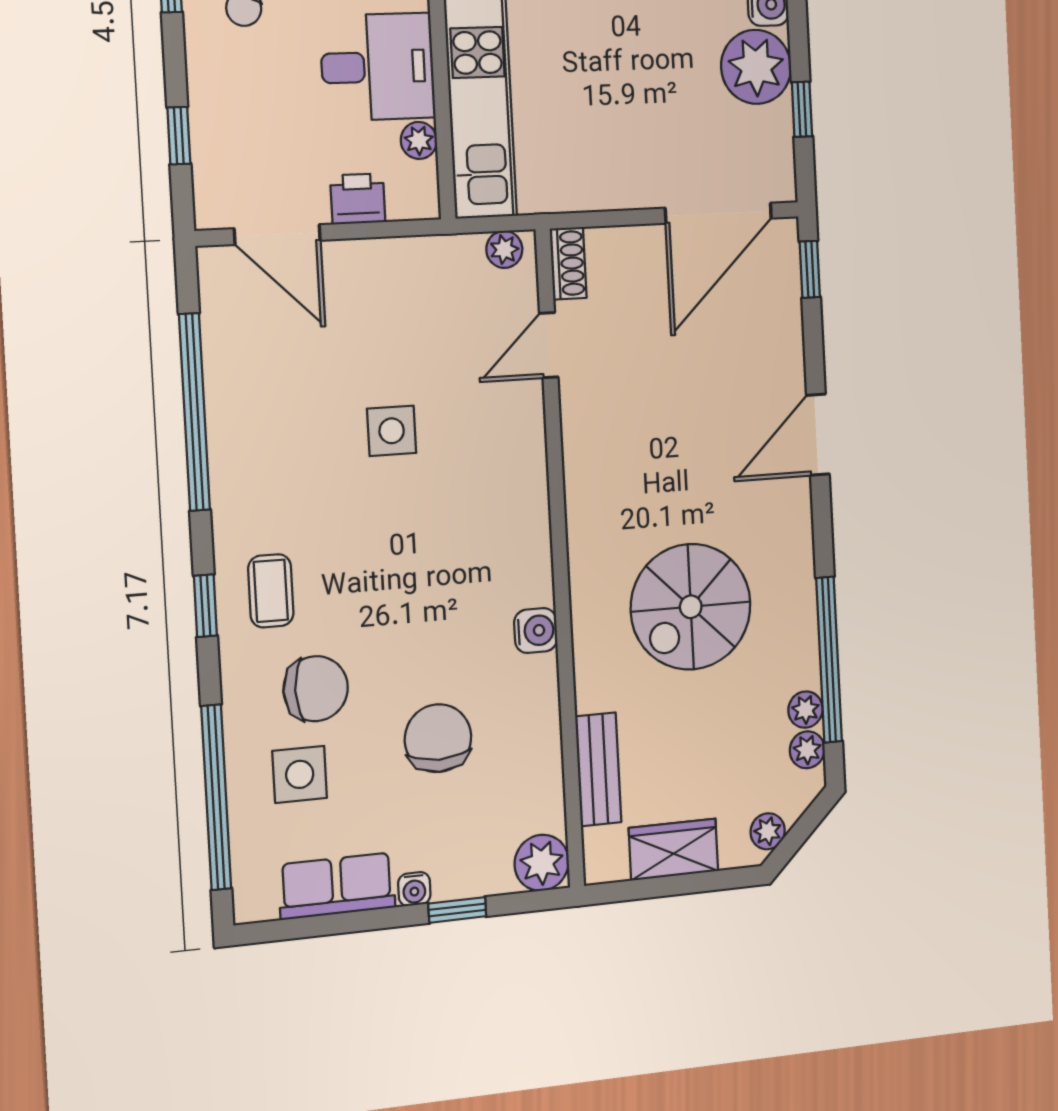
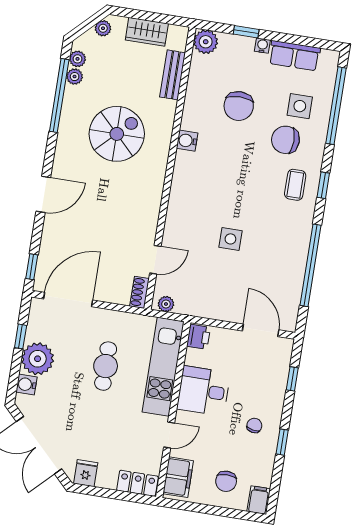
cafe table: (607, 80) -> (106, 366), added
plant: (419, 140) -> (193, 357), removed
printer: (358, 199) -> (198, 337), moved, turned -90

